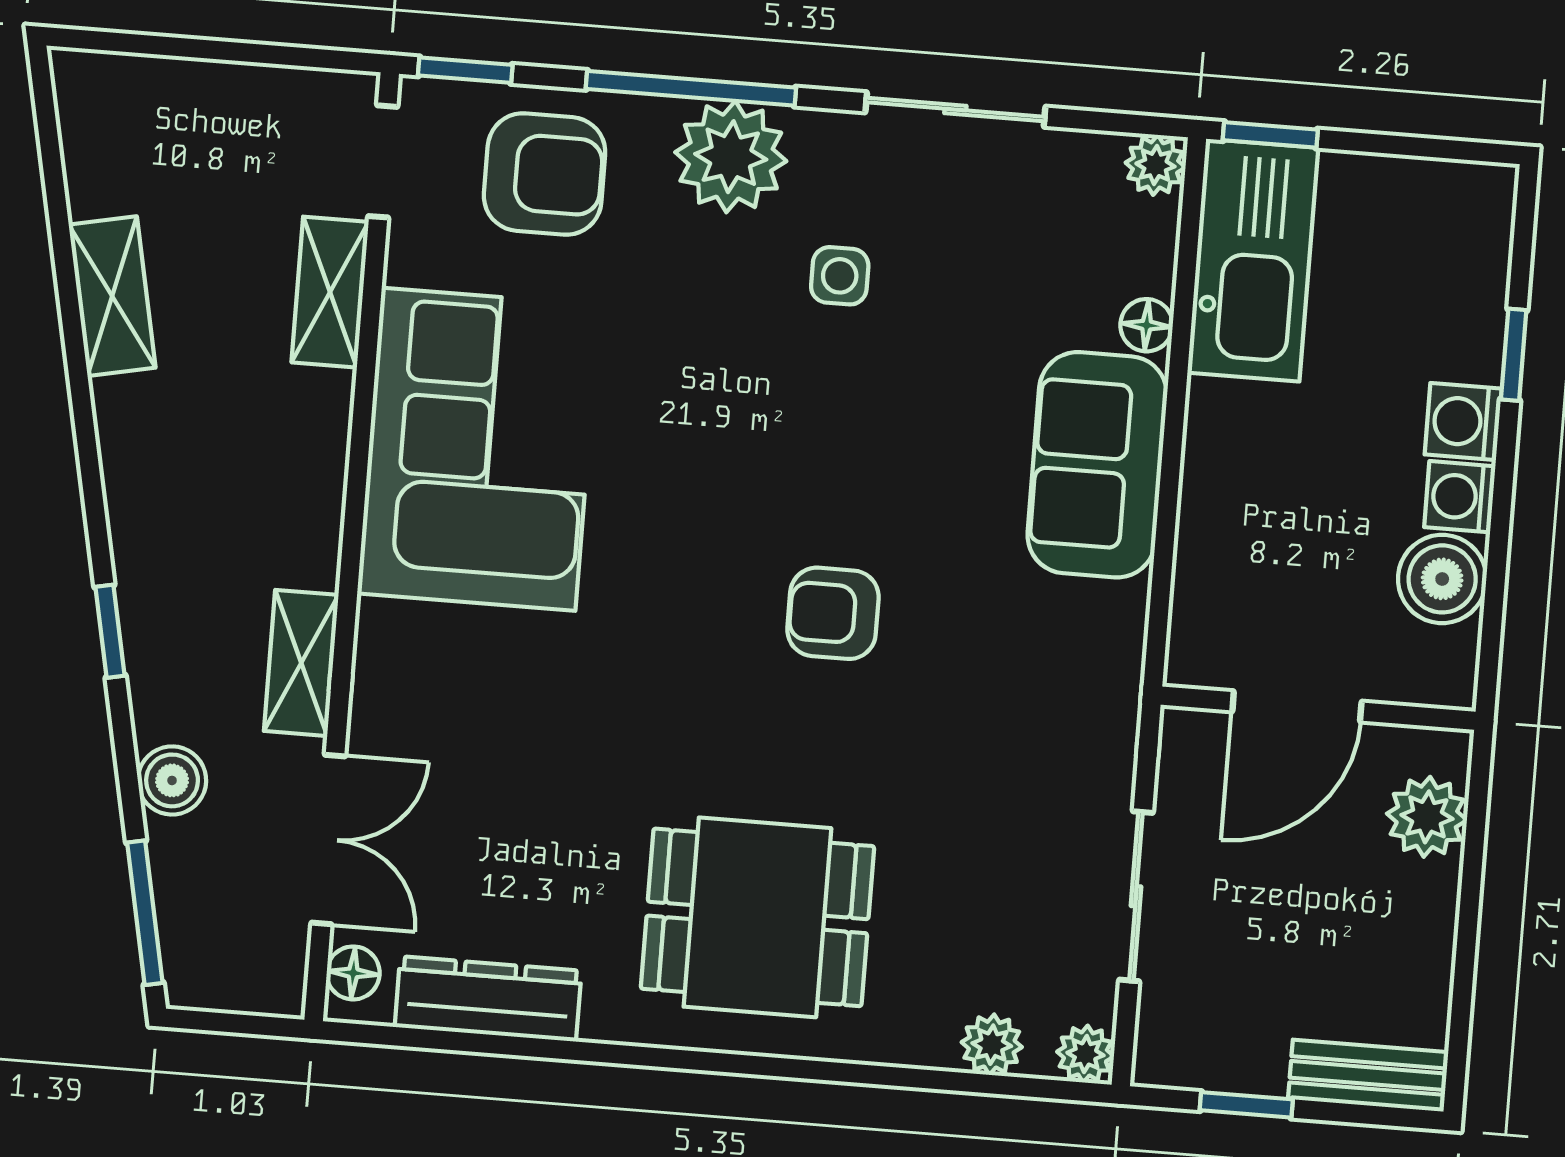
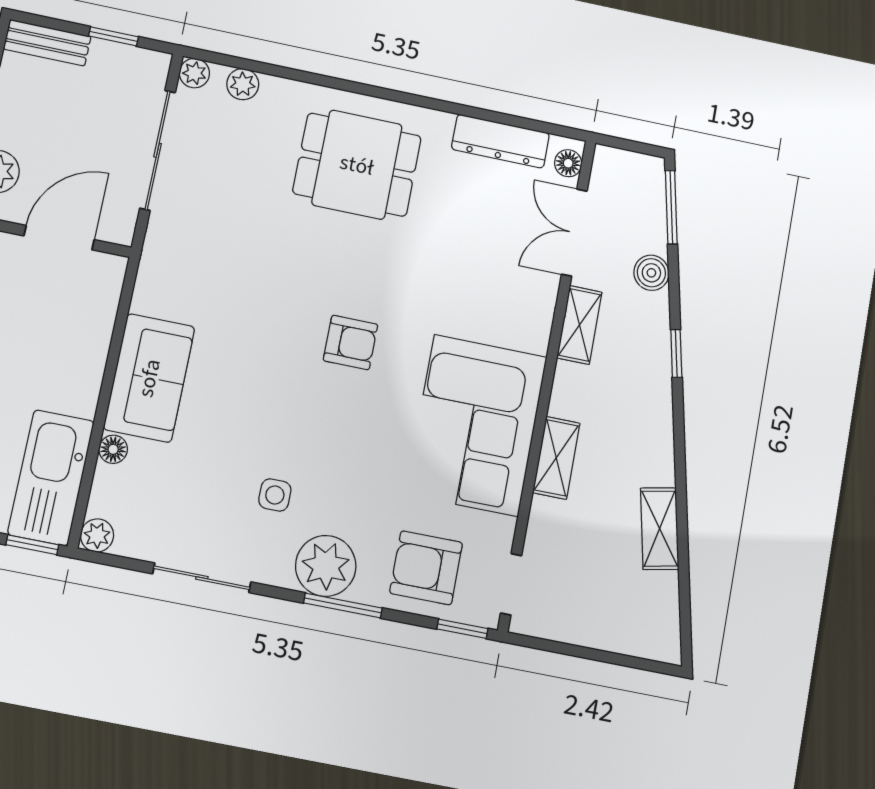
window: (691, 88) -> (343, 605), width x0.69
shelving: (330, 292) -> (556, 458), moved
armchair: (833, 613) -> (351, 342), moved
sliding door: (1136, 896) -> (158, 150), width x1.37

